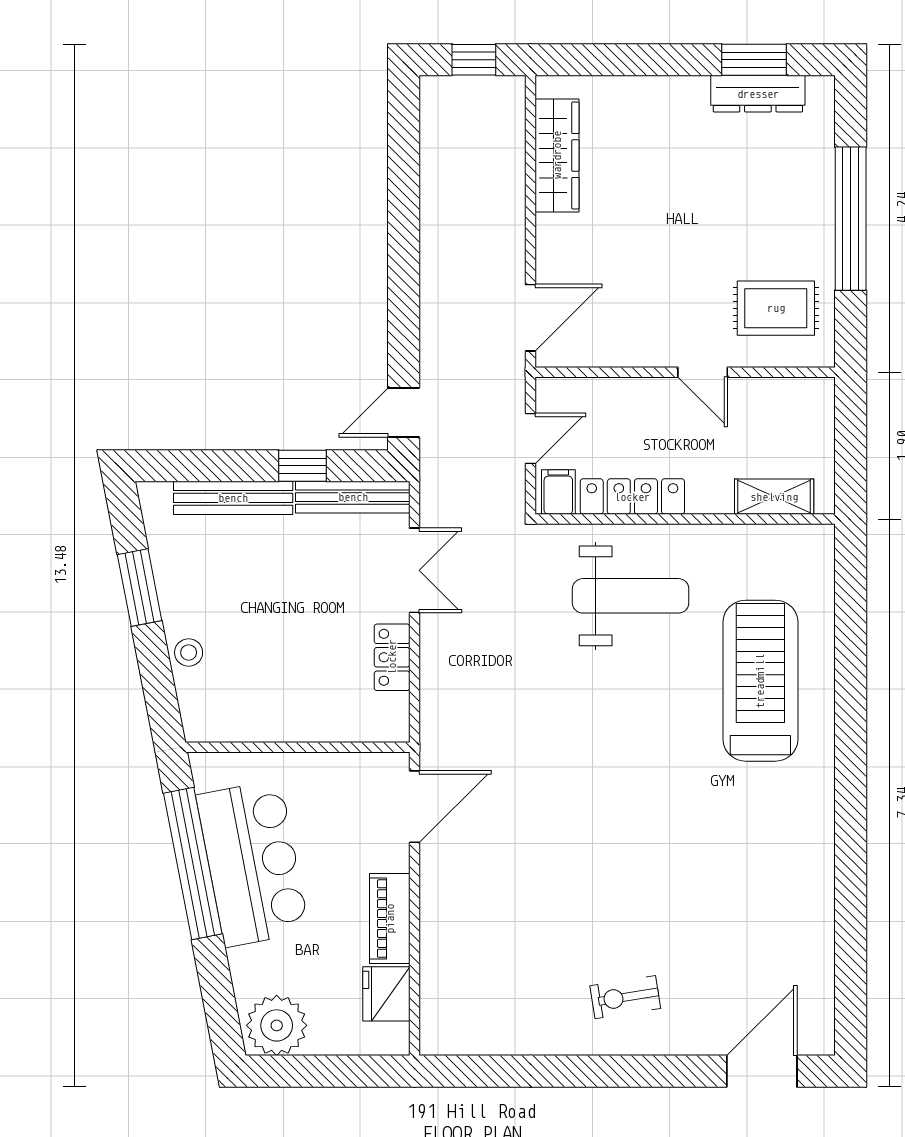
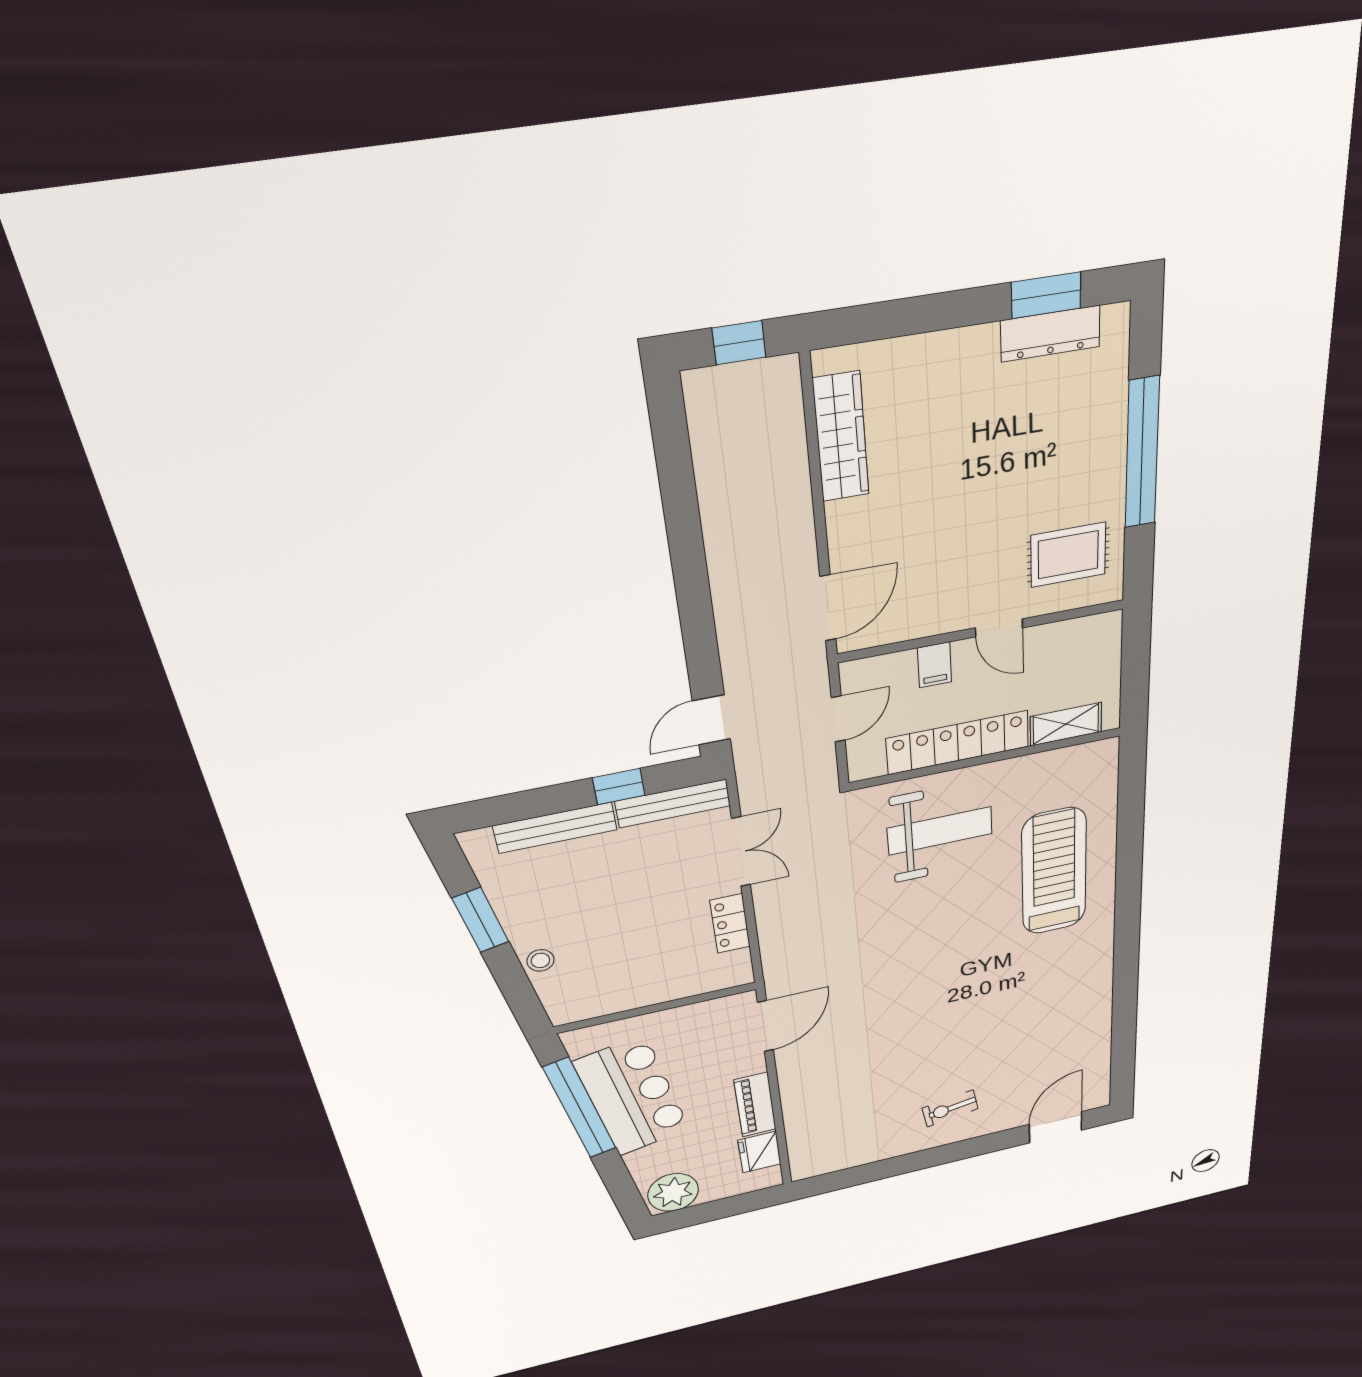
filing cabinet: (558, 492) -> (935, 665), moved, turned 180
locker: (632, 497) -> (958, 743), width x1.41, depth x1.21

